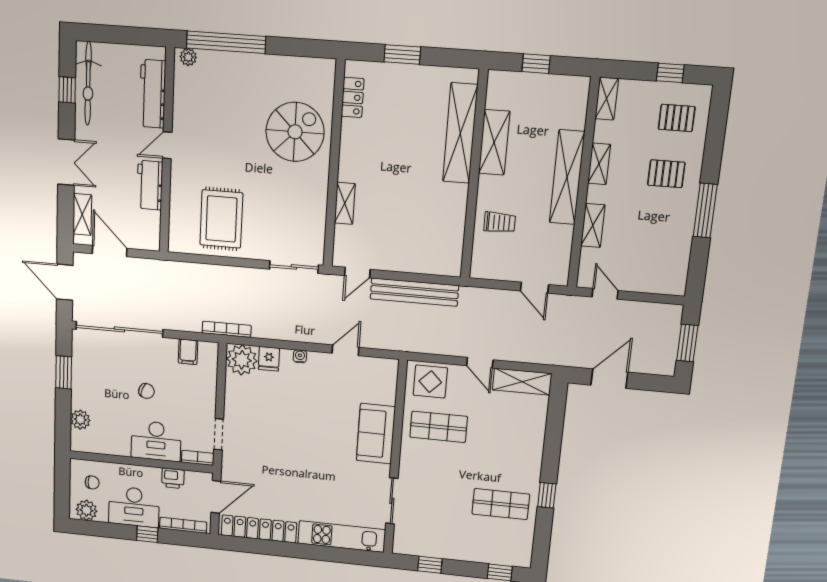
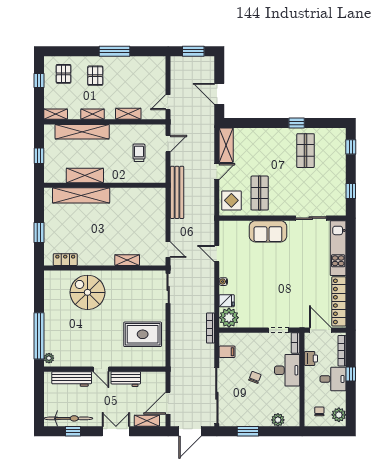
shelving: (567, 177) -> (82, 132), moved
trolley: (500, 222) -> (139, 153), moved
bench: (414, 292) -> (177, 192), moved
desk: (134, 507) -> (333, 379), width x0.73

